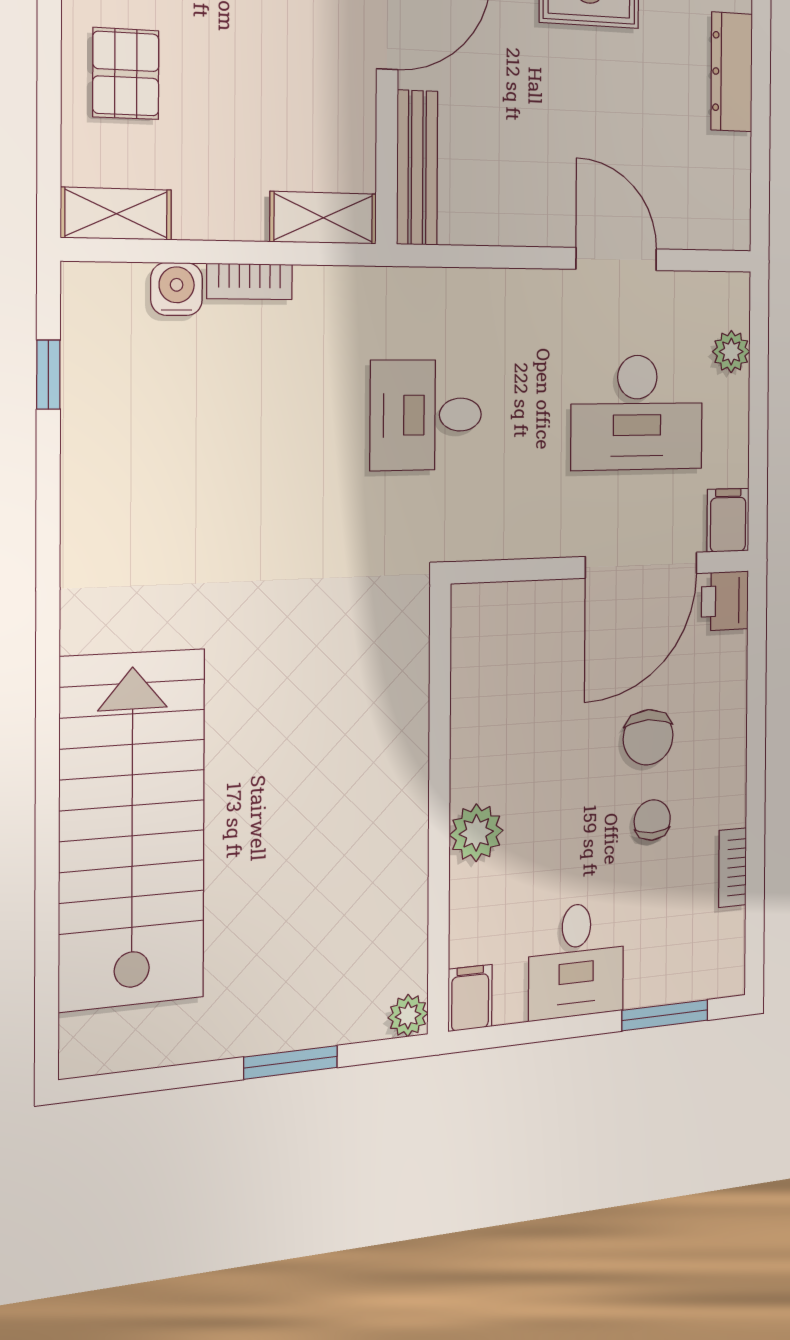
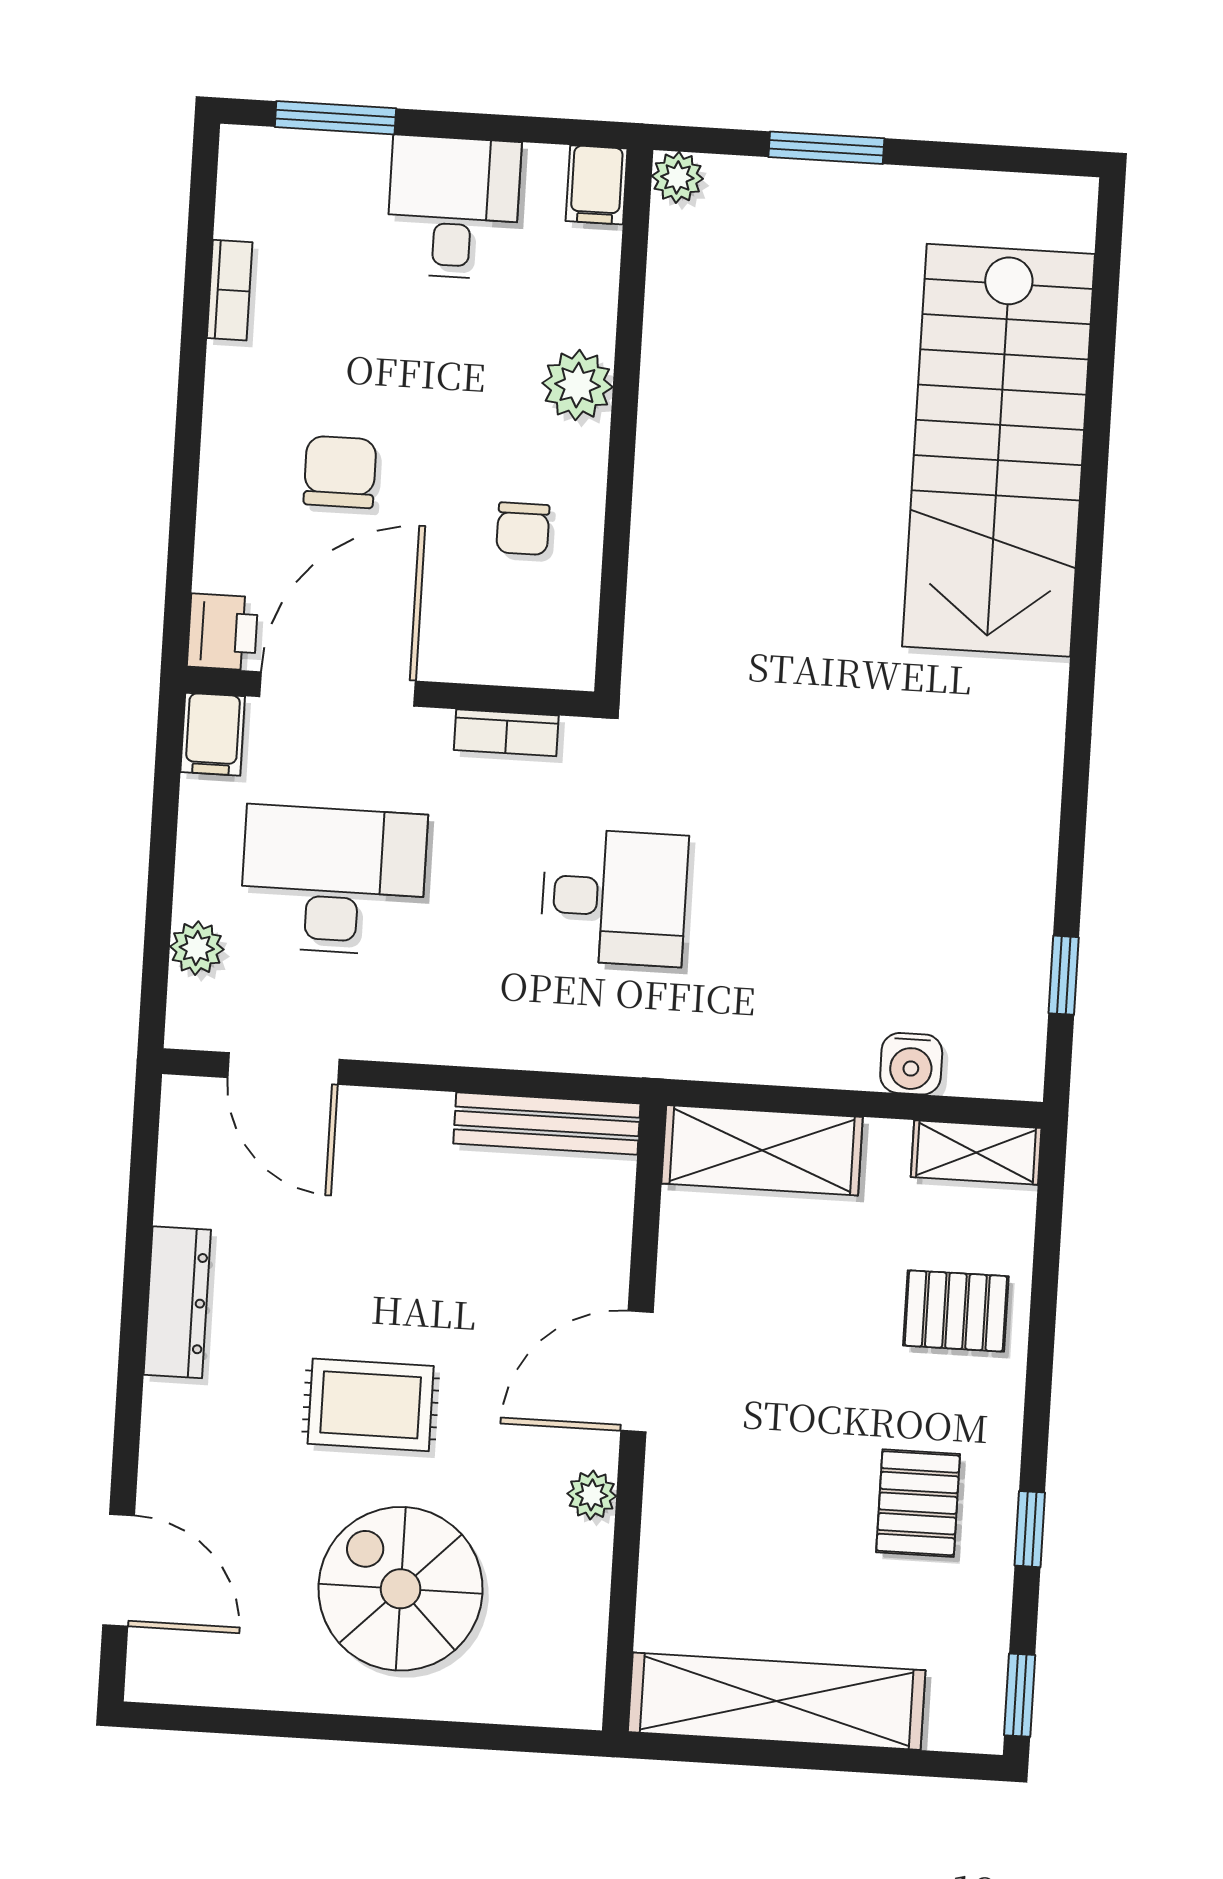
pallet: (126, 74) -> (956, 1311), turned 90
bench: (417, 168) -> (547, 1123), moved, turned 90
shelving: (323, 218) -> (762, 1150), width x1.50, depth x1.33
door: (616, 259) -> (283, 1069), moved
bookcase: (250, 281) -> (506, 733), moved, turned 180
chair: (652, 820) -> (523, 529), moved

